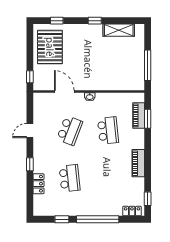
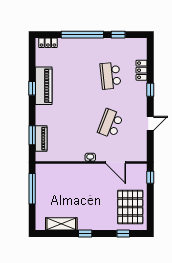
school desk: (108, 130) -> (72, 124), removed
piano: (138, 163) -> (44, 86), width x1.37, depth x1.33
window: (148, 199) -> (32, 88), moved

